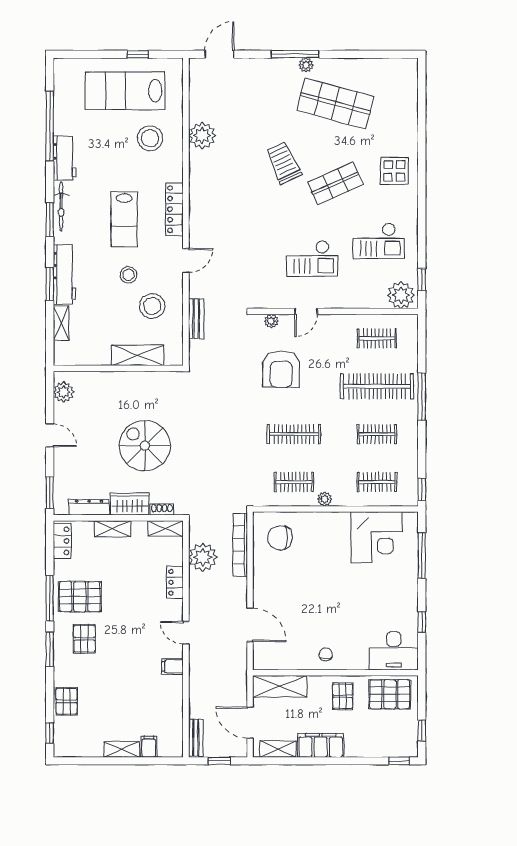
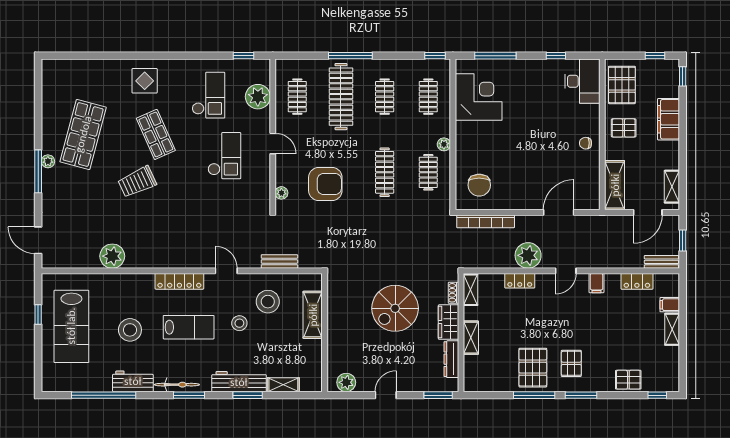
stool: (150, 138) -> (130, 330), moved
plant: (401, 295) -> (258, 97), moved
door: (306, 311) -> (273, 143), moved
locker: (62, 541) -> (637, 281), moved, turned 180
plant: (203, 557) -> (528, 255), moved
pallet: (84, 639) -> (571, 363), turned 90
filing cabinet: (321, 745) -> (669, 119), moved

